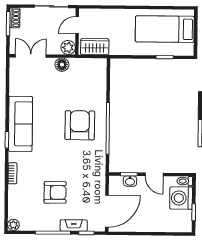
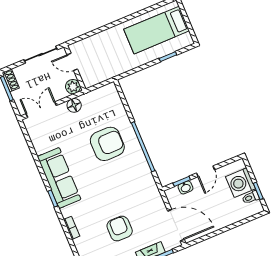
door: (77, 25) -> (72, 62), hinge flipped
wardrobe: (95, 47) -> (98, 75), removed
armchair: (80, 125) -> (107, 144), moved, turned 90
door: (154, 174) -> (206, 171), hinge flipped
toilet: (185, 181) -> (251, 197), moved
armchair: (55, 192) -> (120, 229), turned -90
door: (107, 211) -> (176, 225), hinge flipped

